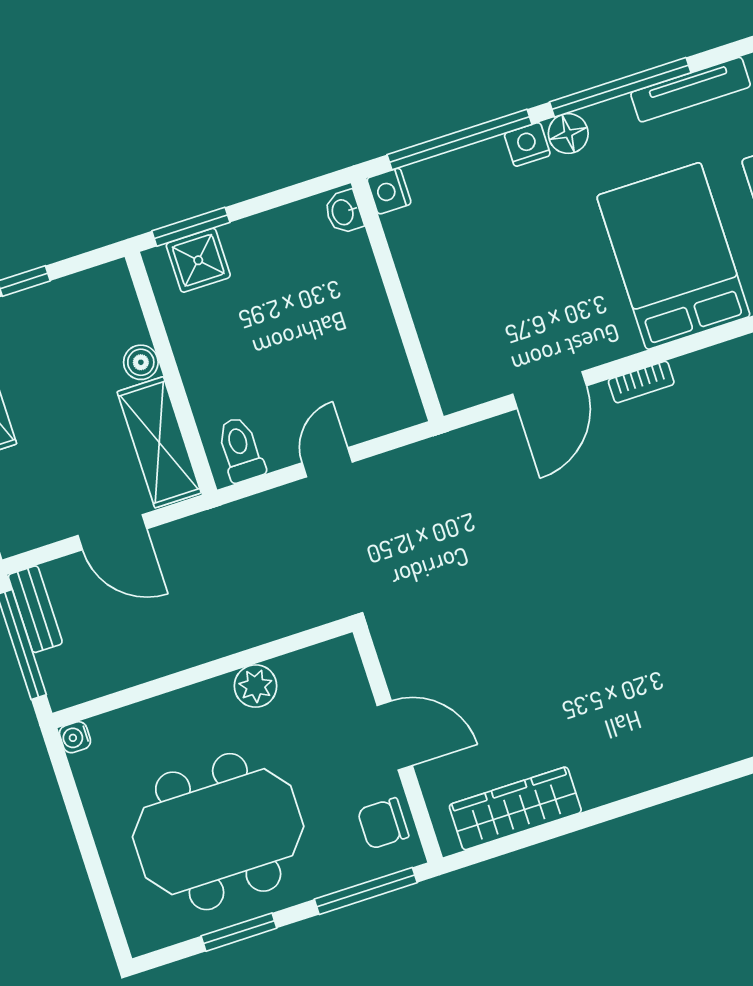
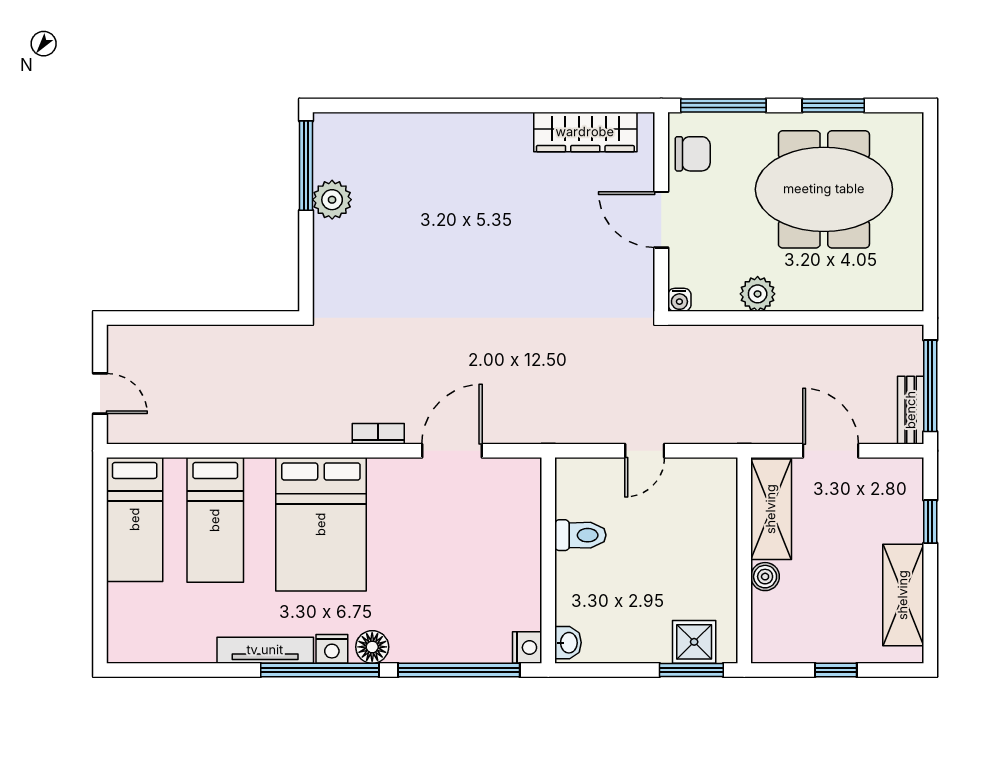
nightstand: (527, 144) -> (332, 649), moved
toilet: (240, 449) -> (580, 535), moved, turned -90
water cooler: (75, 737) -> (679, 300), moved, turned 90

